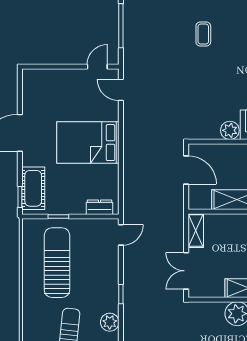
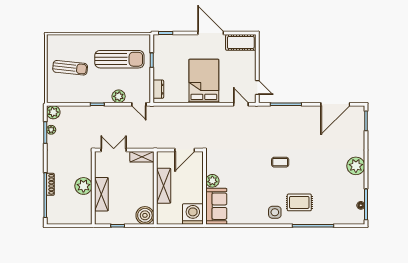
door: (121, 90) -> (241, 104), hinge flipped
cot: (33, 188) -> (241, 42), moved
plant: (110, 322) -> (119, 96), moved

